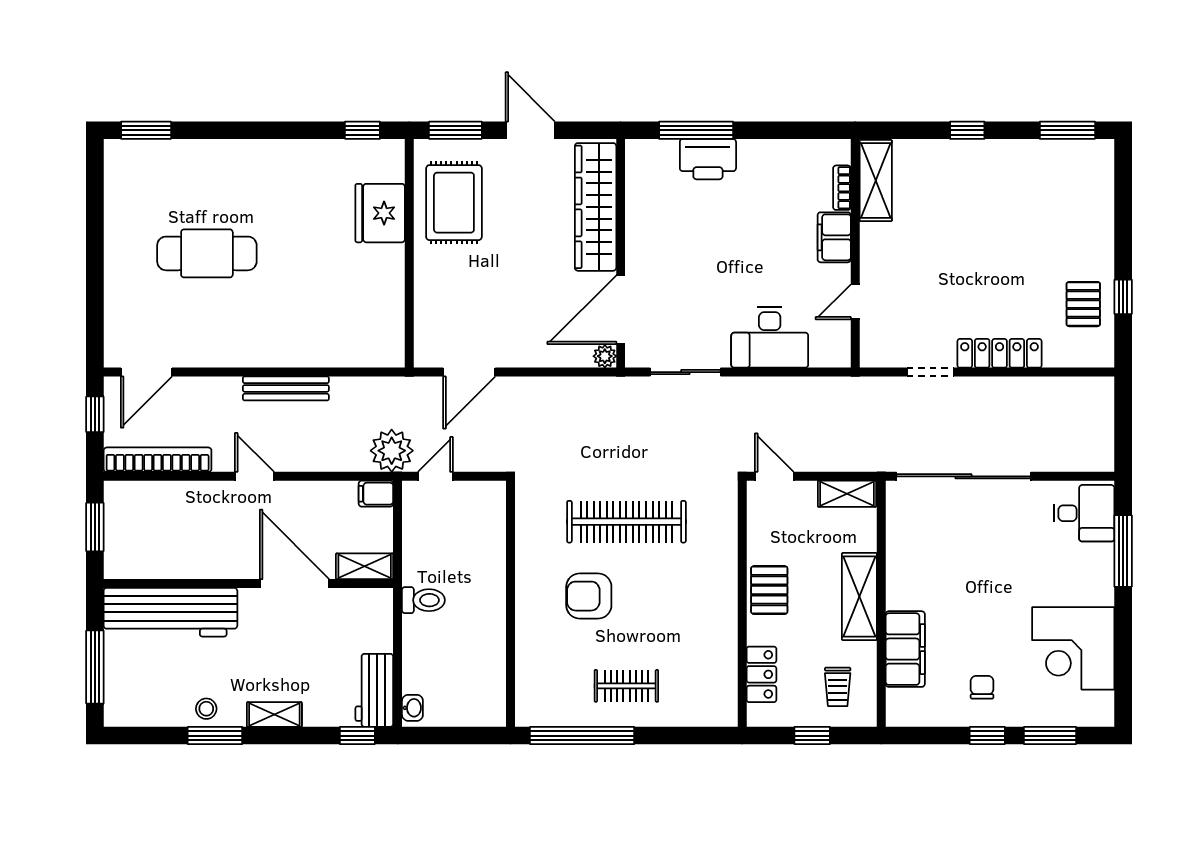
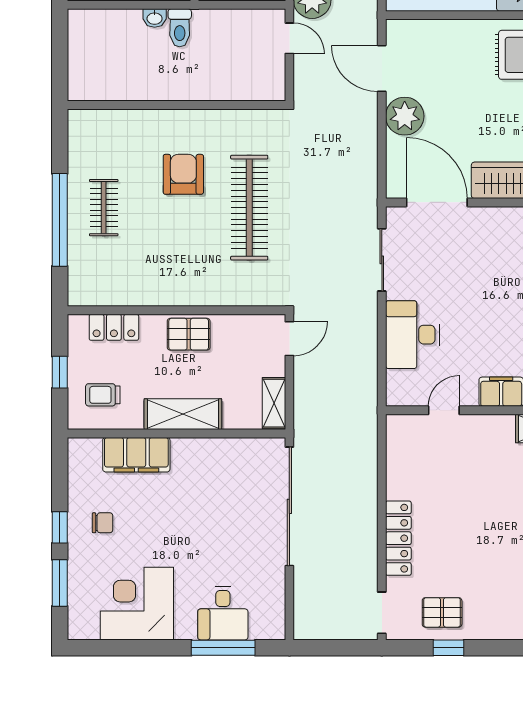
door: (855, 302) -> (444, 410), hinge flipped
plant: (605, 356) -> (405, 116), moved, width x1.88, depth x1.88
doorway: (930, 372) -> (382, 613), moved
desk: (1084, 513) -> (223, 613), moved
washbasin: (412, 708) -> (155, 18), moved
window: (582, 736) -> (60, 220), moved

